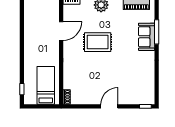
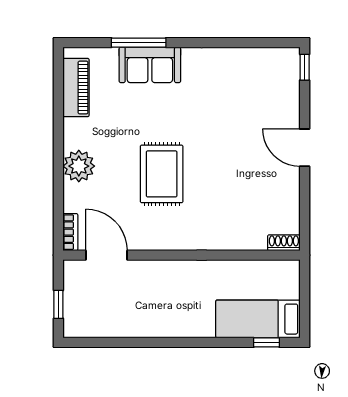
door: (61, 31) -> (106, 255), moved
bed: (46, 85) -> (258, 319), moved

